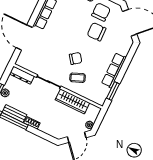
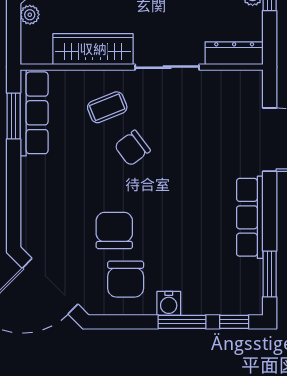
chair: (97, 32) -> (114, 230), turned -89
row of seats: (114, 70) -> (34, 113), moved

